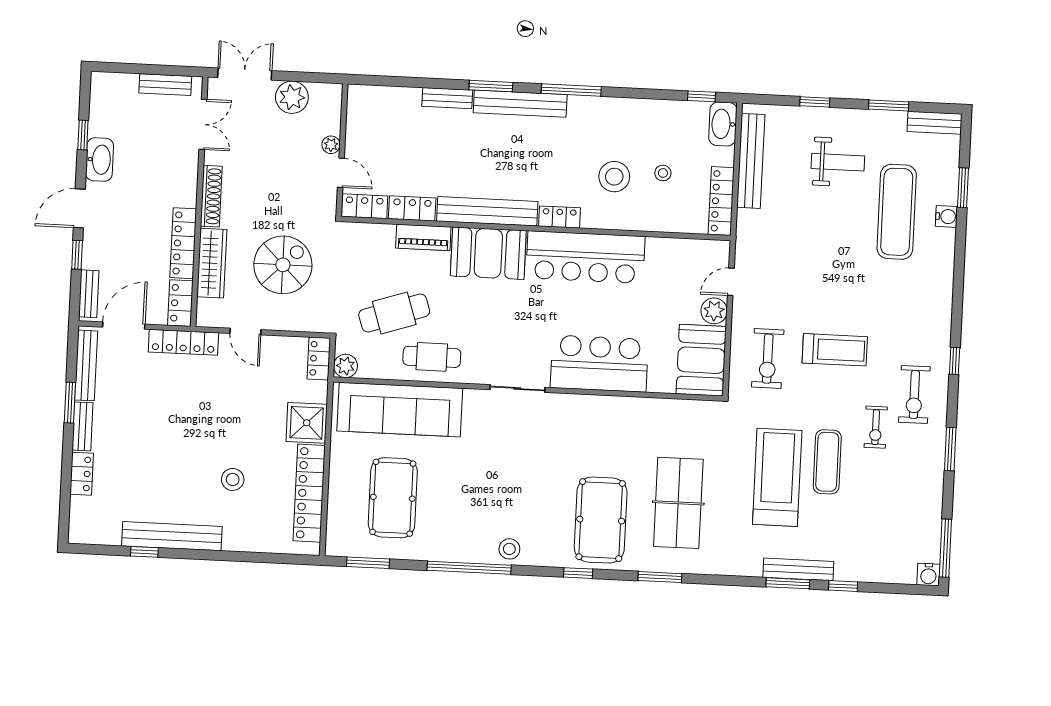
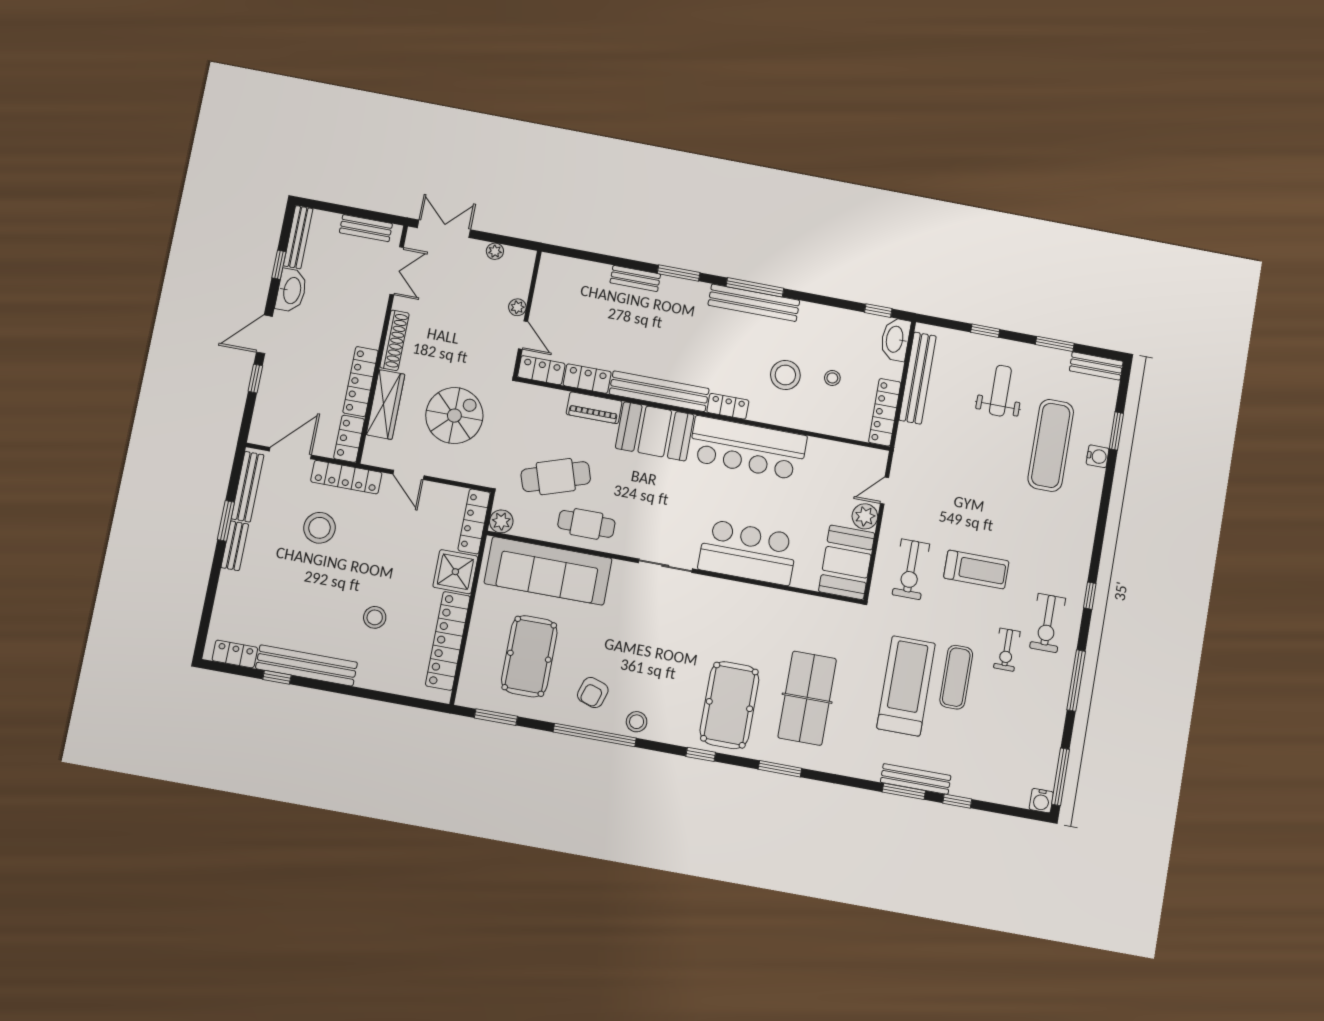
plant: (292, 97) -> (495, 251), width x0.53, depth x0.53
bench: (520, 104) -> (754, 303), moved
weight bench: (838, 162) -> (1000, 391), turned -90
bench: (89, 294) -> (298, 237), moved, width x1.36
locker: (319, 359) -> (474, 521), width x1.53
stool: (164, 397) -> (320, 528), added
window: (950, 449) -> (1076, 680), width x1.44
locker: (82, 474) -> (235, 654), moved, turned -90
armchair: (461, 526) -> (593, 693), added

